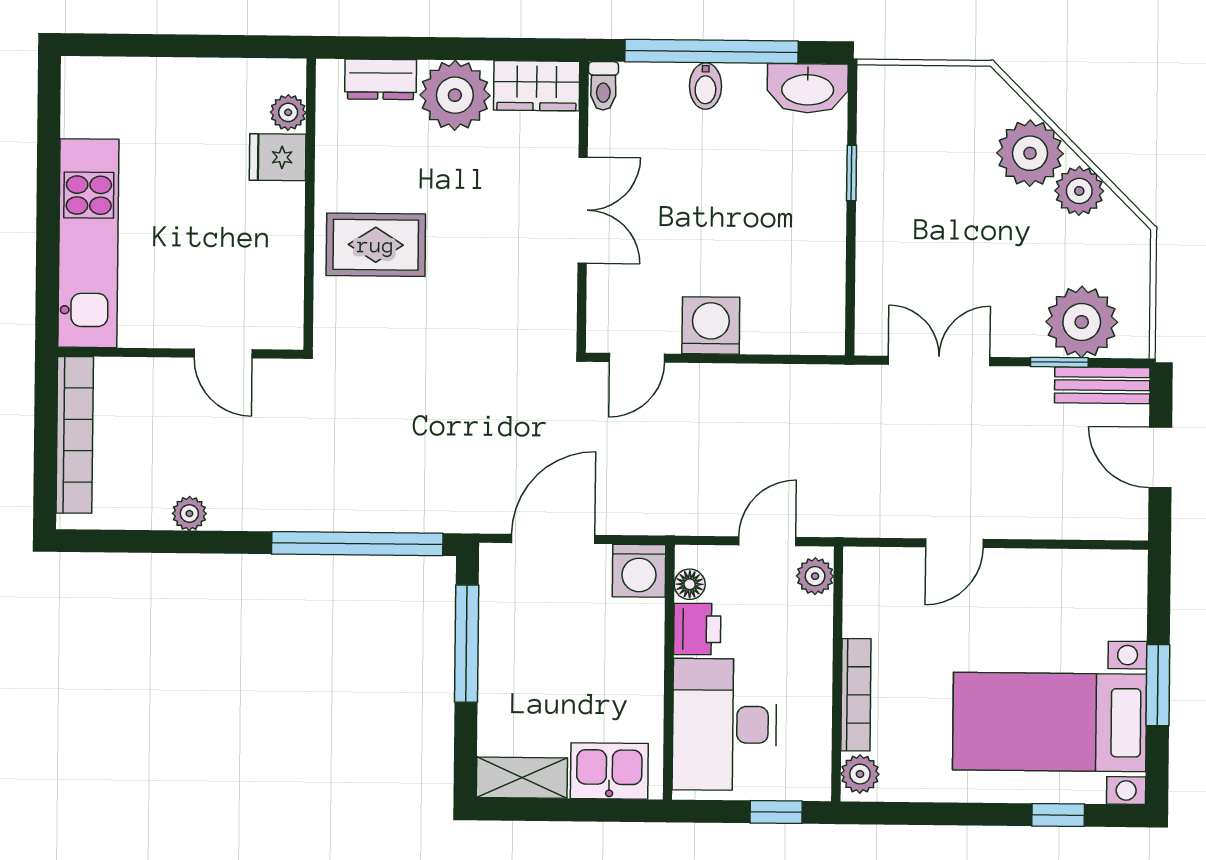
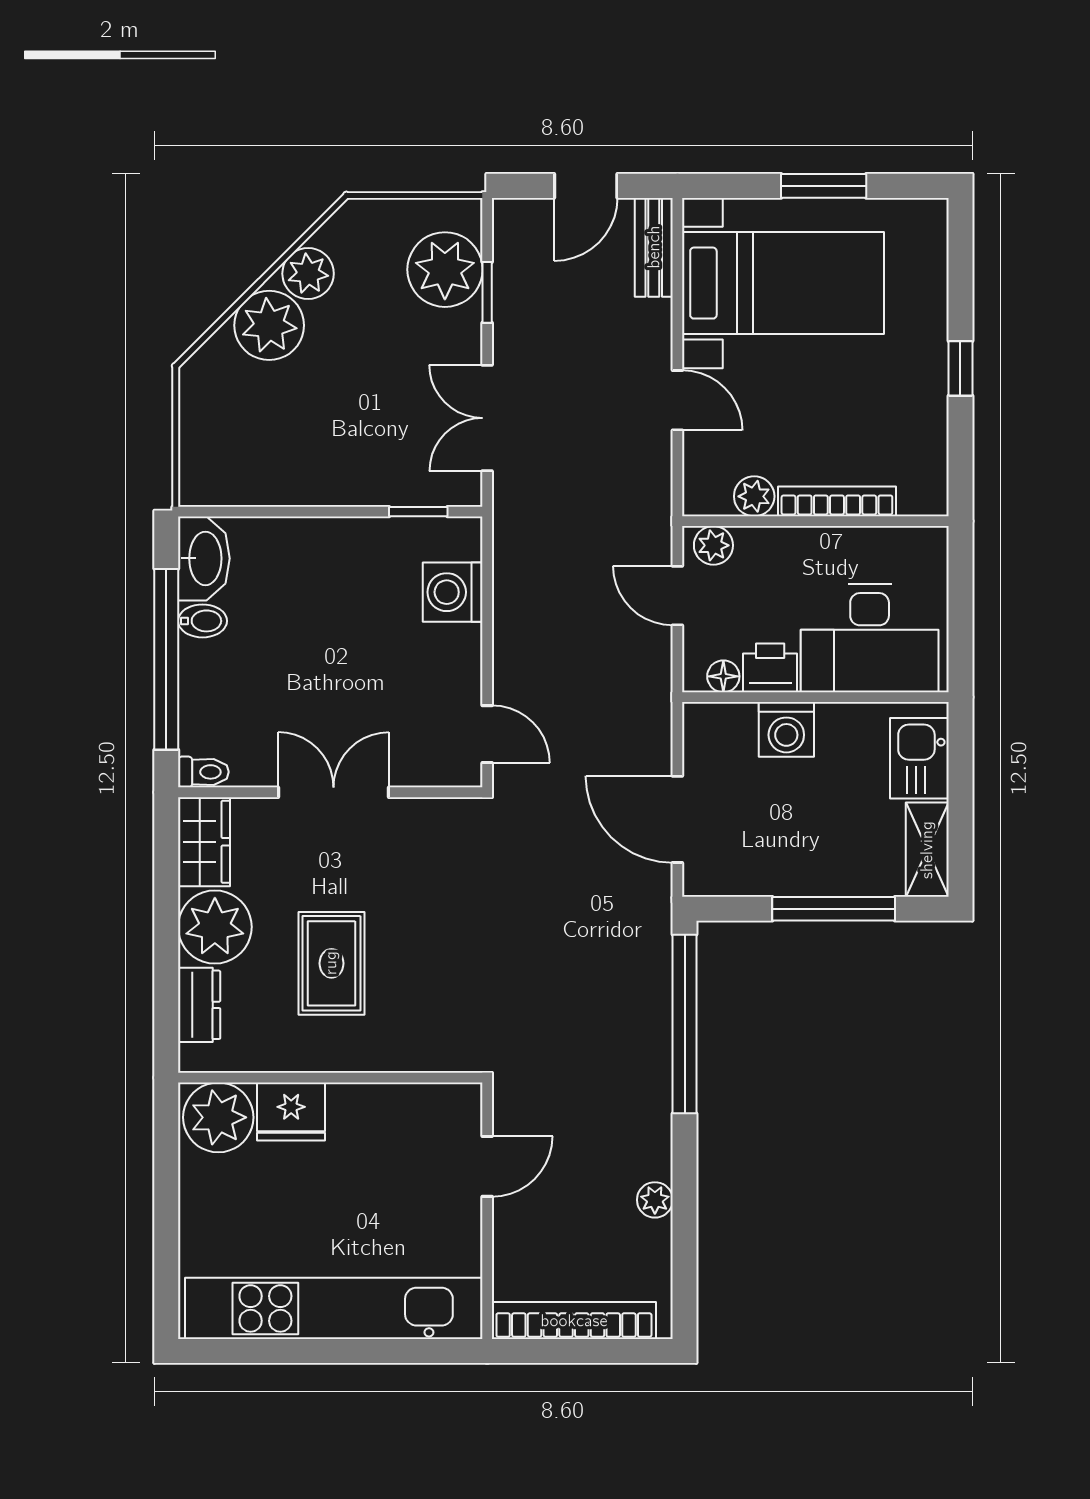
bidet: (705, 86) -> (203, 621), moved
plant: (288, 112) -> (218, 1117), width x1.87, depth x1.87
fridge: (278, 157) -> (291, 1112), width x1.38
window: (852, 173) -> (418, 512), moved
kitchen unit: (88, 243) -> (334, 1308), width x1.36
rug: (376, 245) -> (331, 963), moved
washing machine: (711, 325) -> (453, 592), moved
bench: (1102, 385) -> (654, 247), moved
washing machine: (639, 571) -> (786, 729), moved, turned 90
window: (467, 644) -> (834, 909), moved
bed with nightstands: (1050, 722) -> (783, 283), moved, turned -90
plant: (860, 774) -> (754, 496), moved
window: (776, 812) -> (960, 583), removed
window: (1058, 815) -> (960, 368), moved

